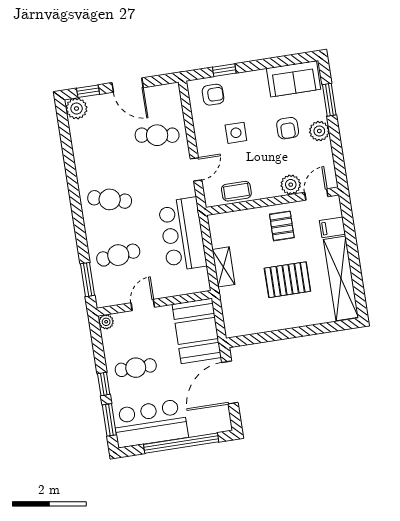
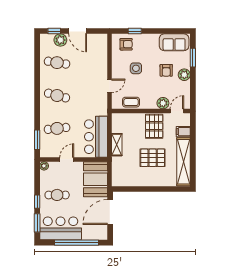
plant: (77, 109) -> (60, 40), moved
cafe table: (157, 135) -> (57, 63), moved
pallet: (282, 226) -> (154, 126), width x1.50, depth x1.42
bar counter: (182, 234) -> (96, 137), moved

